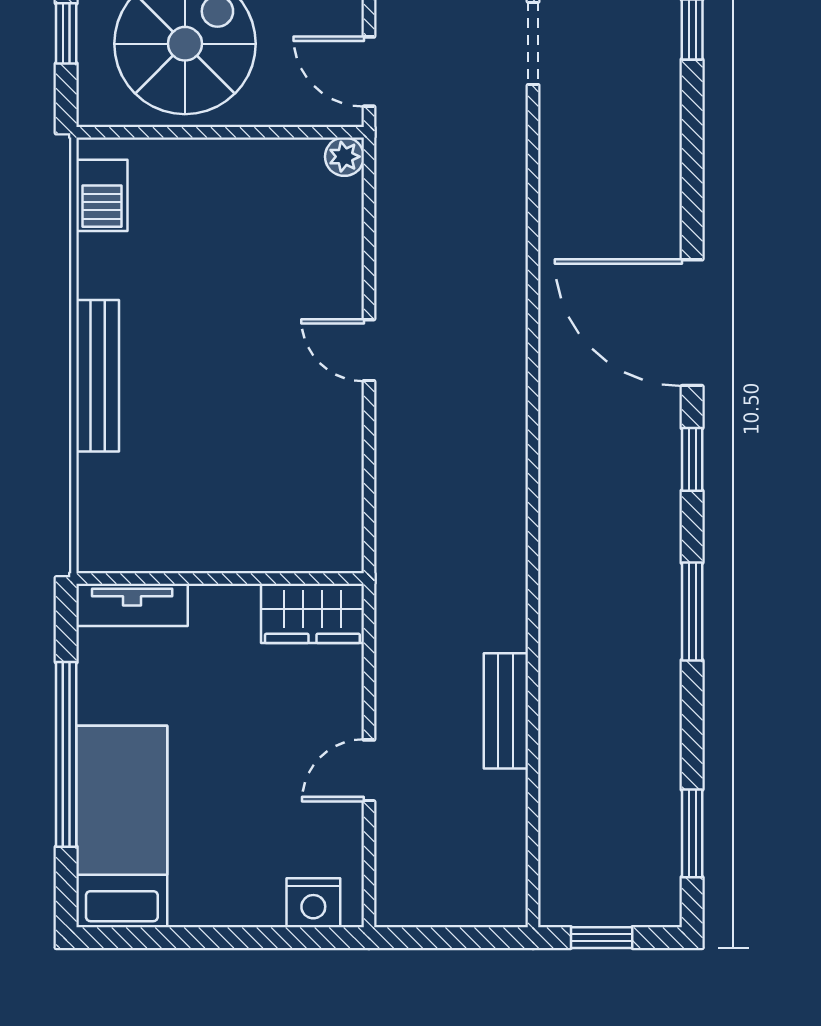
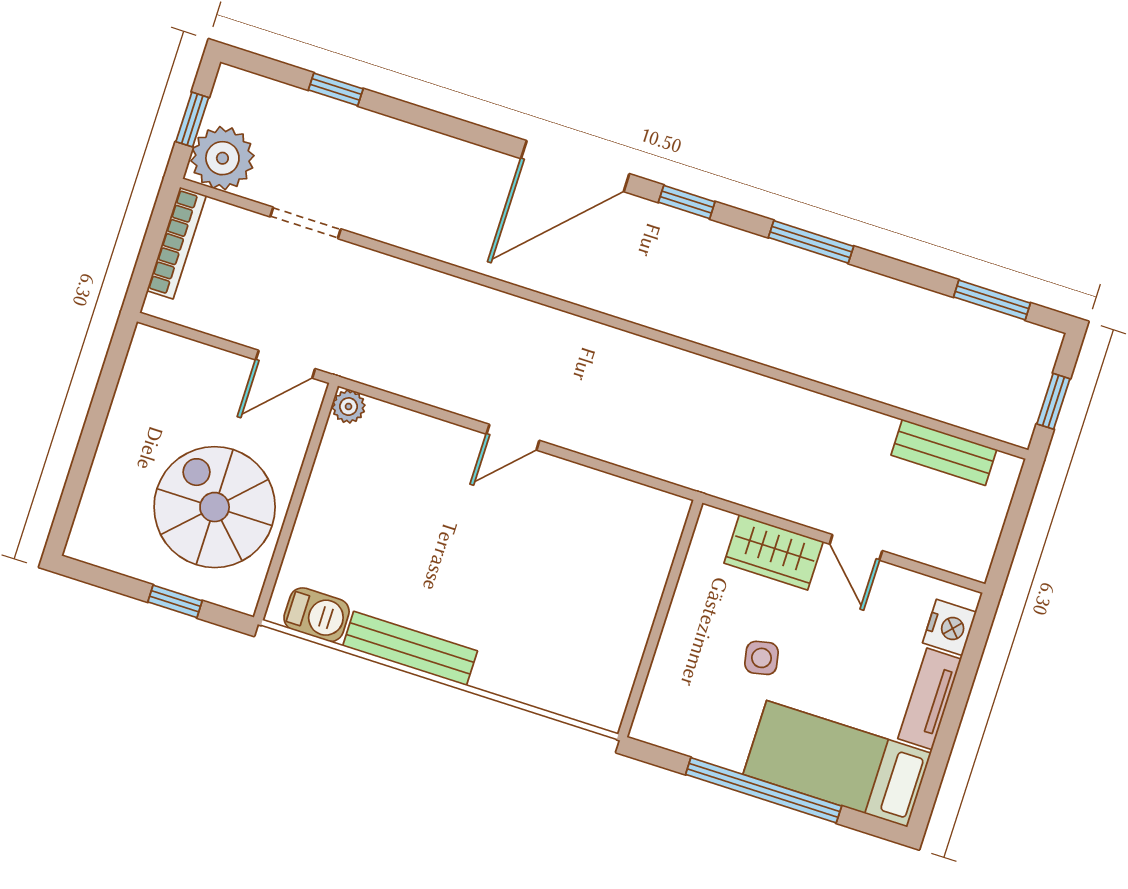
bench: (98, 376) -> (410, 648), moved
tv unit: (132, 605) -> (930, 699), moved, turned 180
wardrobe: (312, 613) -> (774, 552), moved, turned 90
side table: (212, 705) -> (762, 658), added
bench: (506, 711) -> (944, 452), moved

